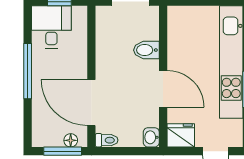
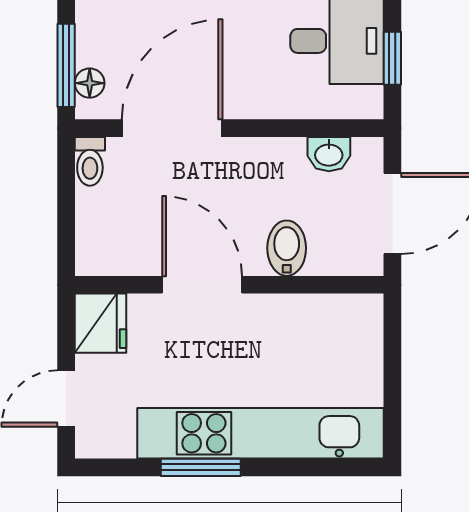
door: (163, 89) -> (202, 285), swing flipped
washbasin: (151, 137) -> (329, 154), moved, turned 180

